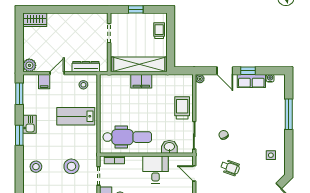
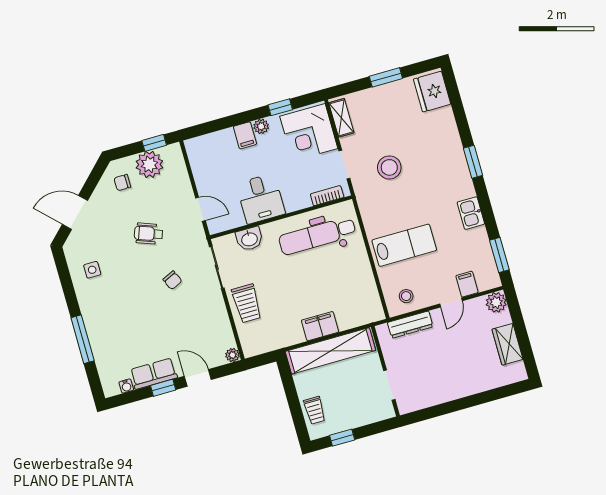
window: (136, 9) -> (342, 438), moved
wardrobe: (35, 20) -> (507, 344), moved, turned -90
window: (19, 135) -> (473, 162), moved
stool: (36, 167) -> (443, 152), removed

